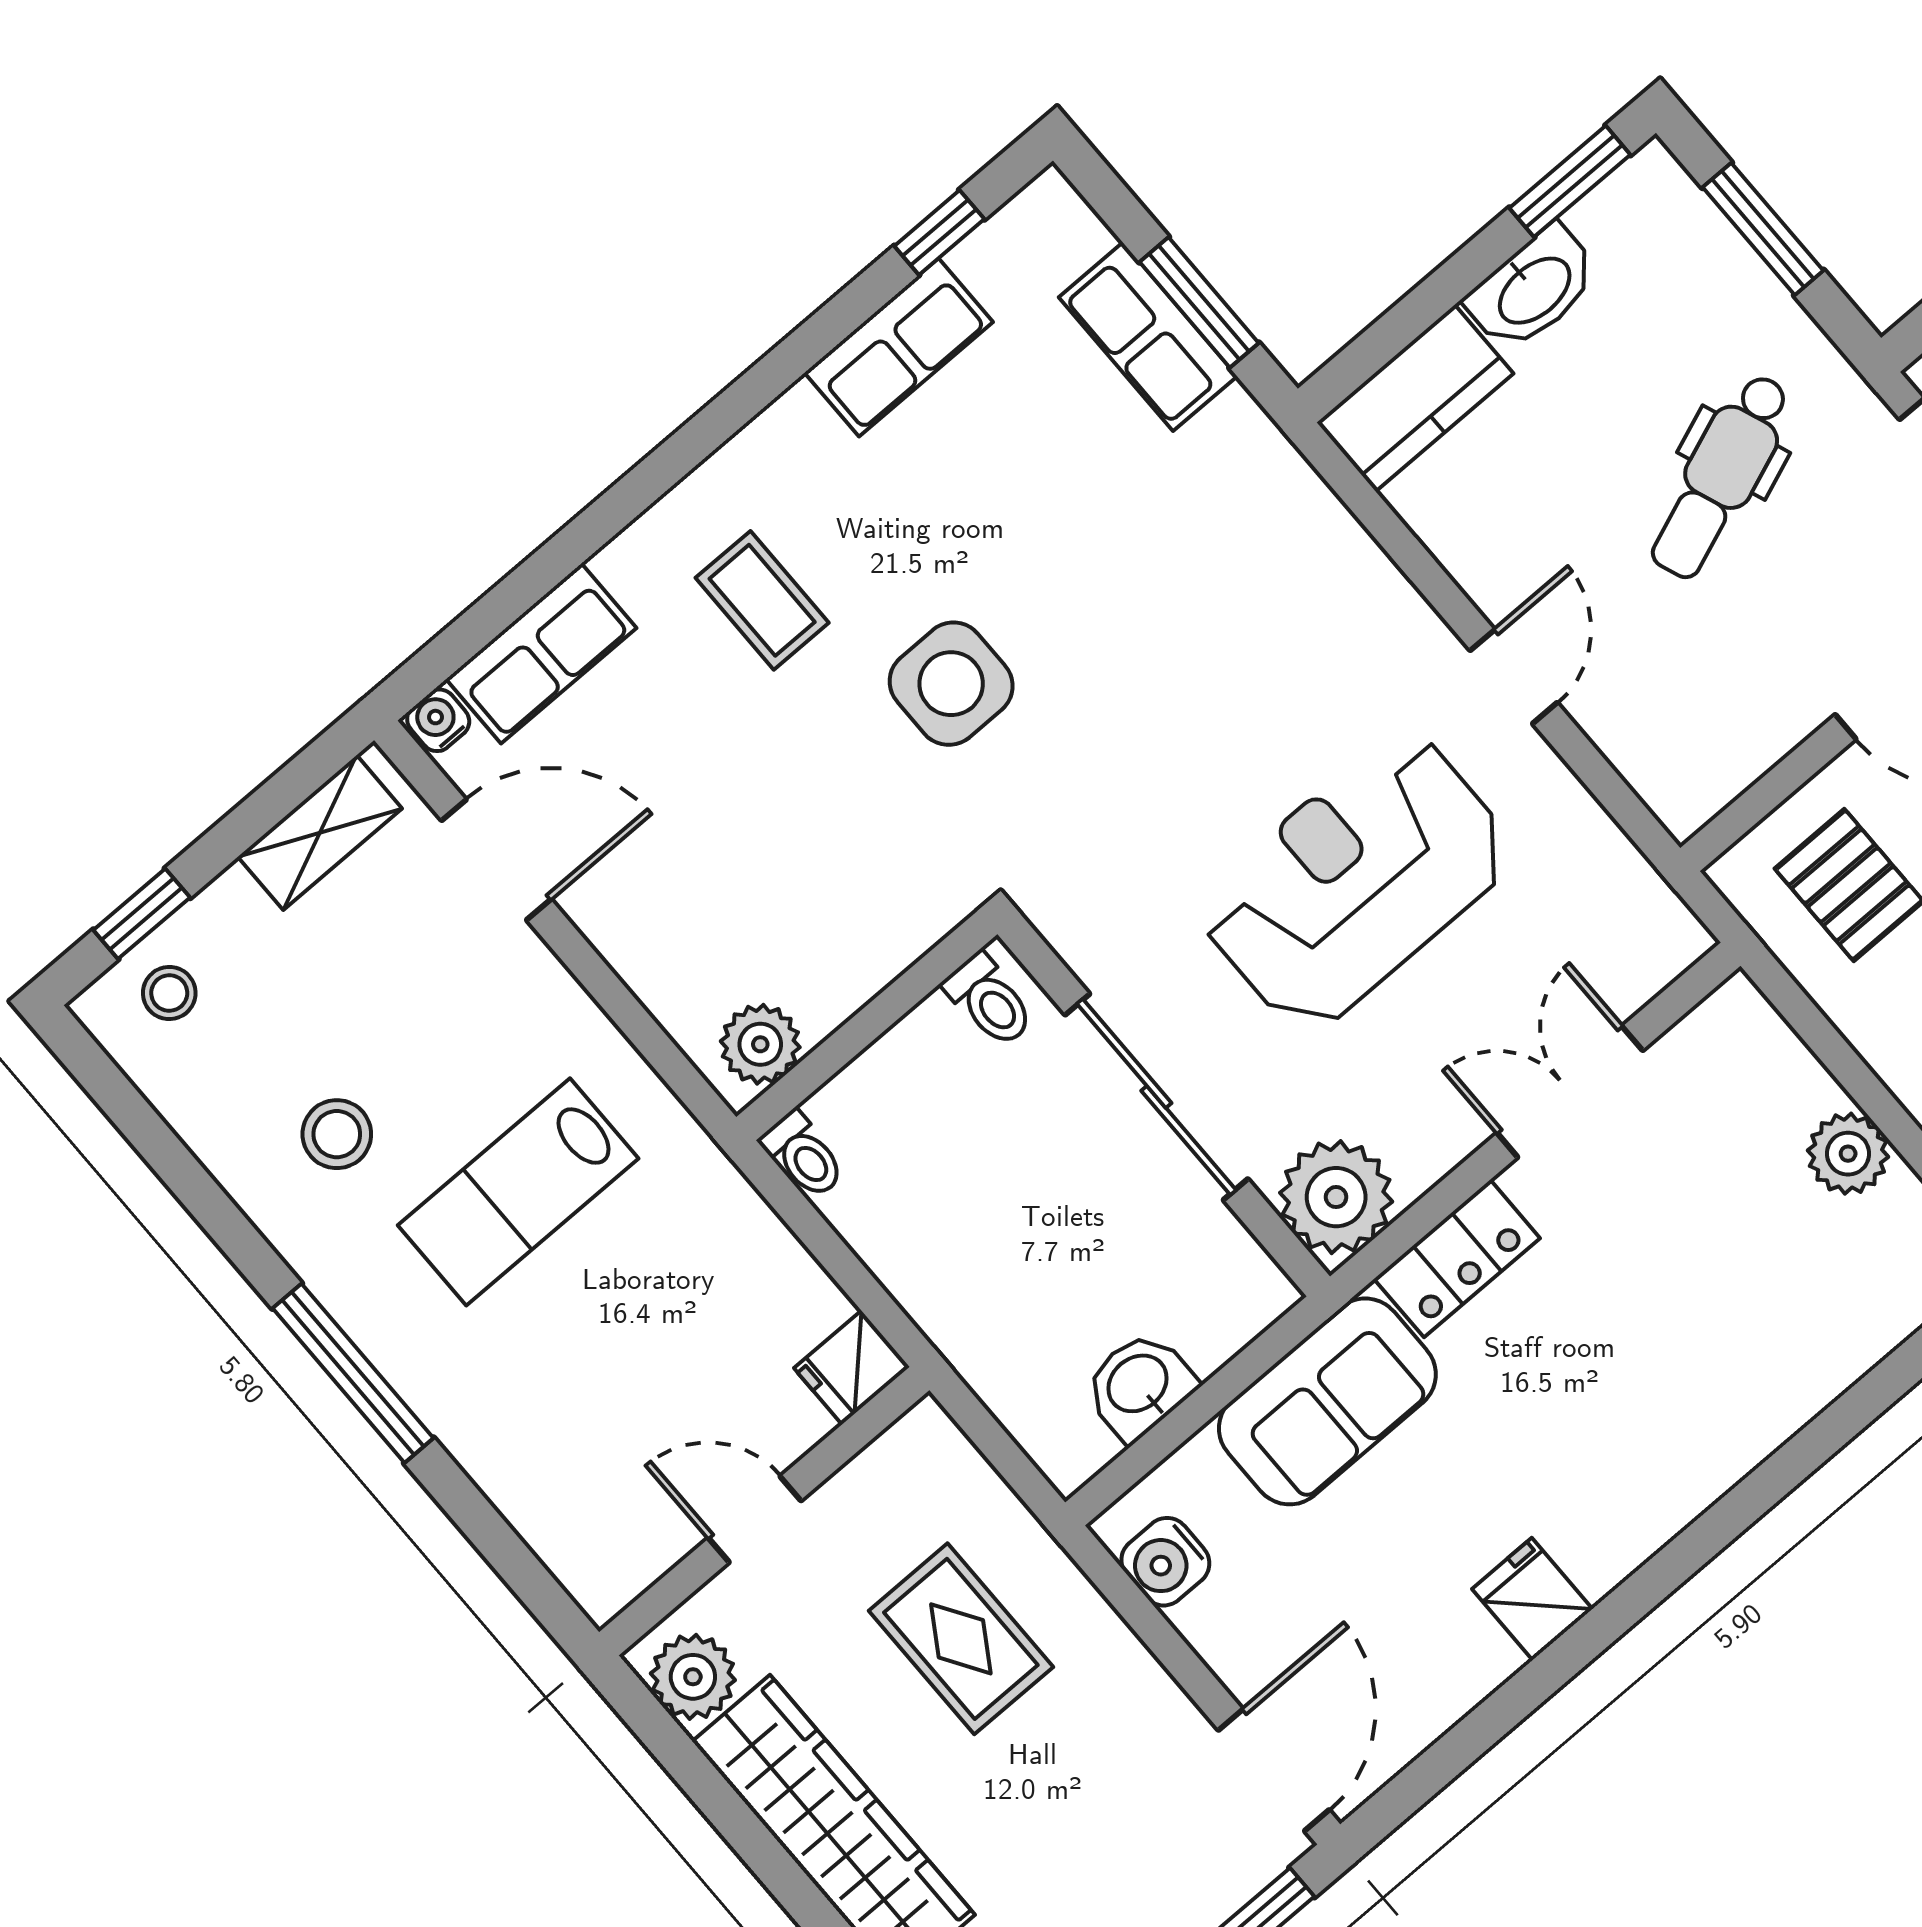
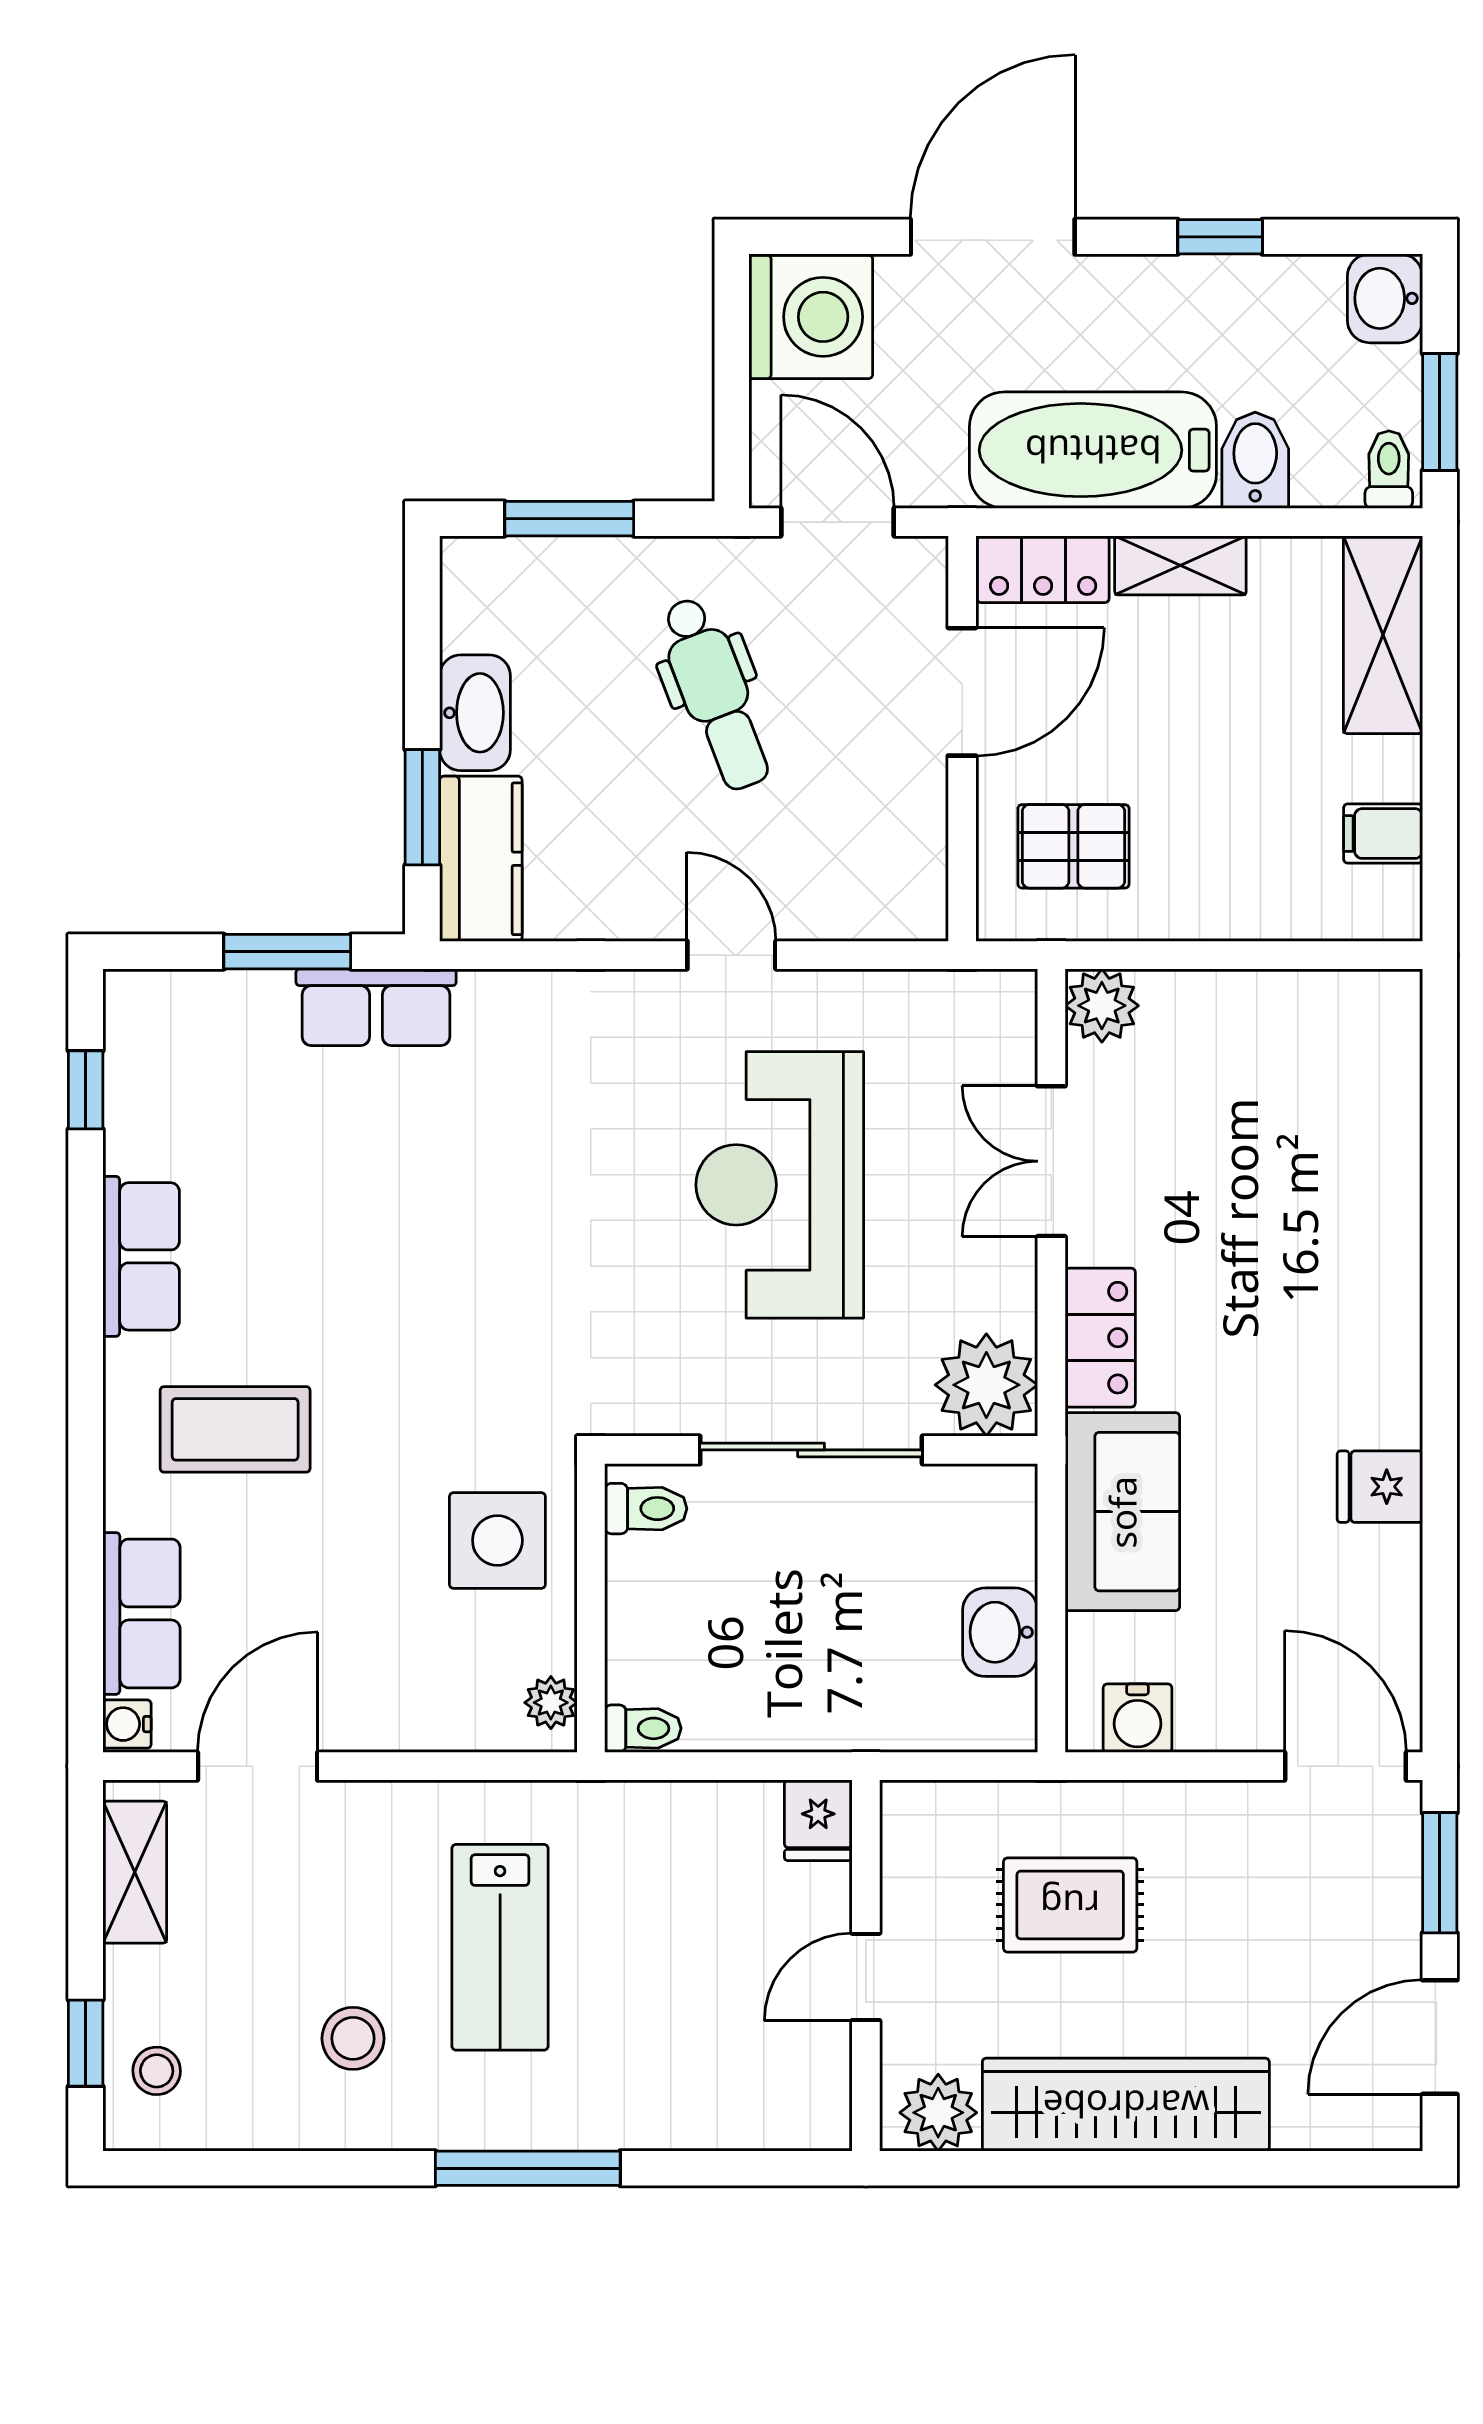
window: (1570, 181) -> (422, 807), moved
row of seats: (1148, 337) -> (376, 1007), moved
row of seats: (899, 347) -> (141, 1256), moved
coffee table: (762, 600) -> (235, 1429), width x1.36, depth x1.30
side table: (951, 684) -> (497, 1540), moved
plant: (760, 1044) -> (551, 1703), width x0.73, depth x0.73
plant: (1848, 1154) -> (1102, 1006), moved

